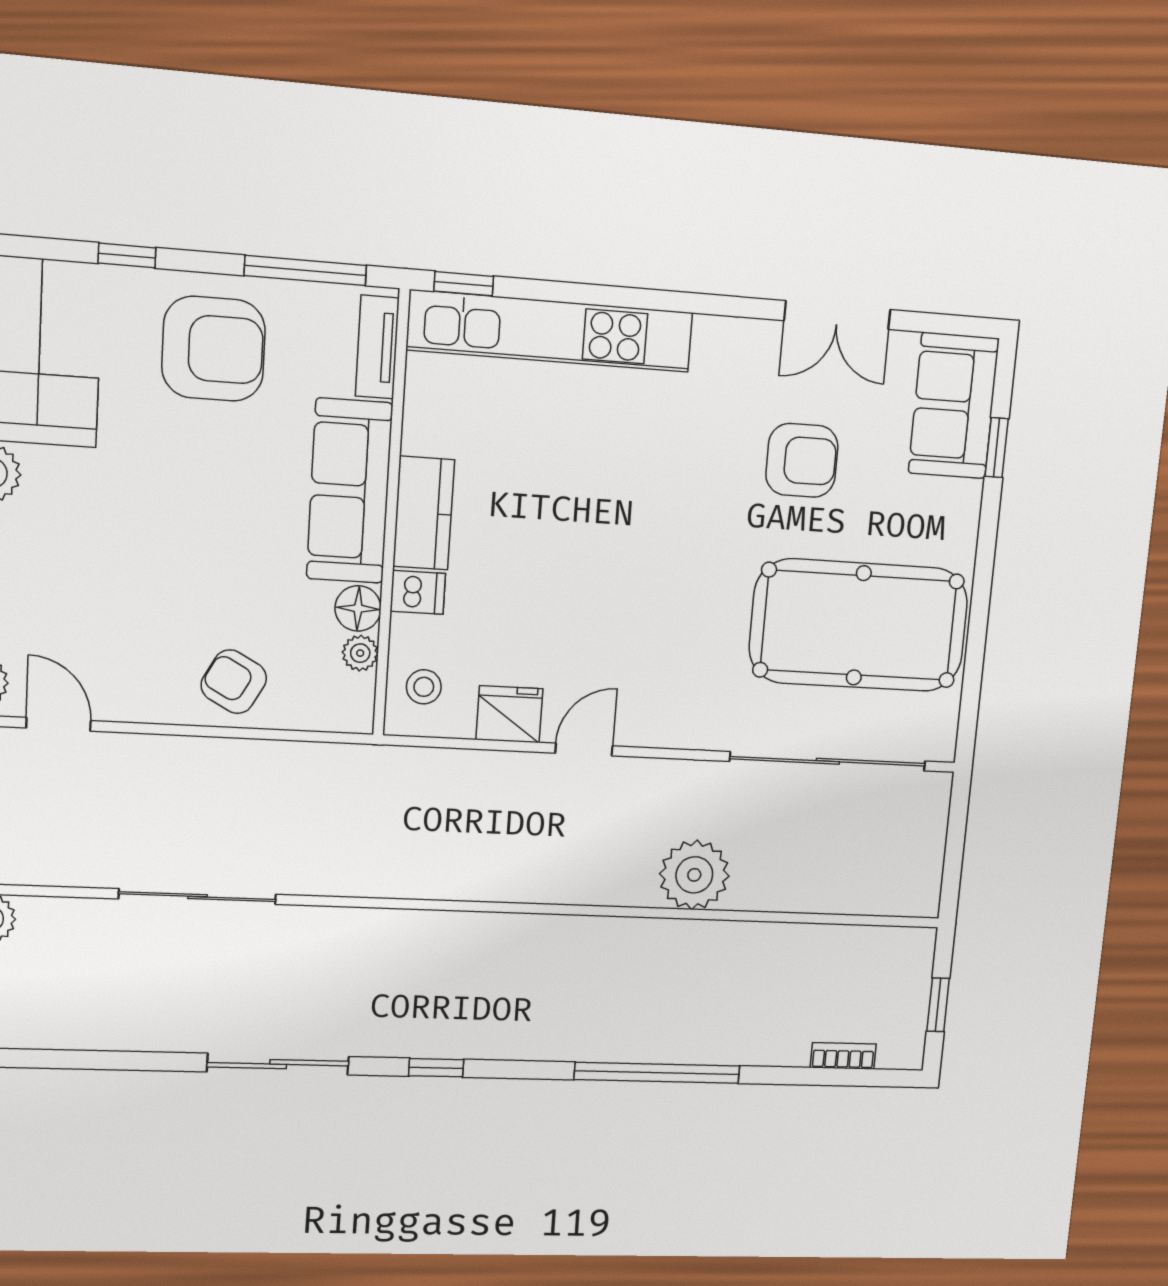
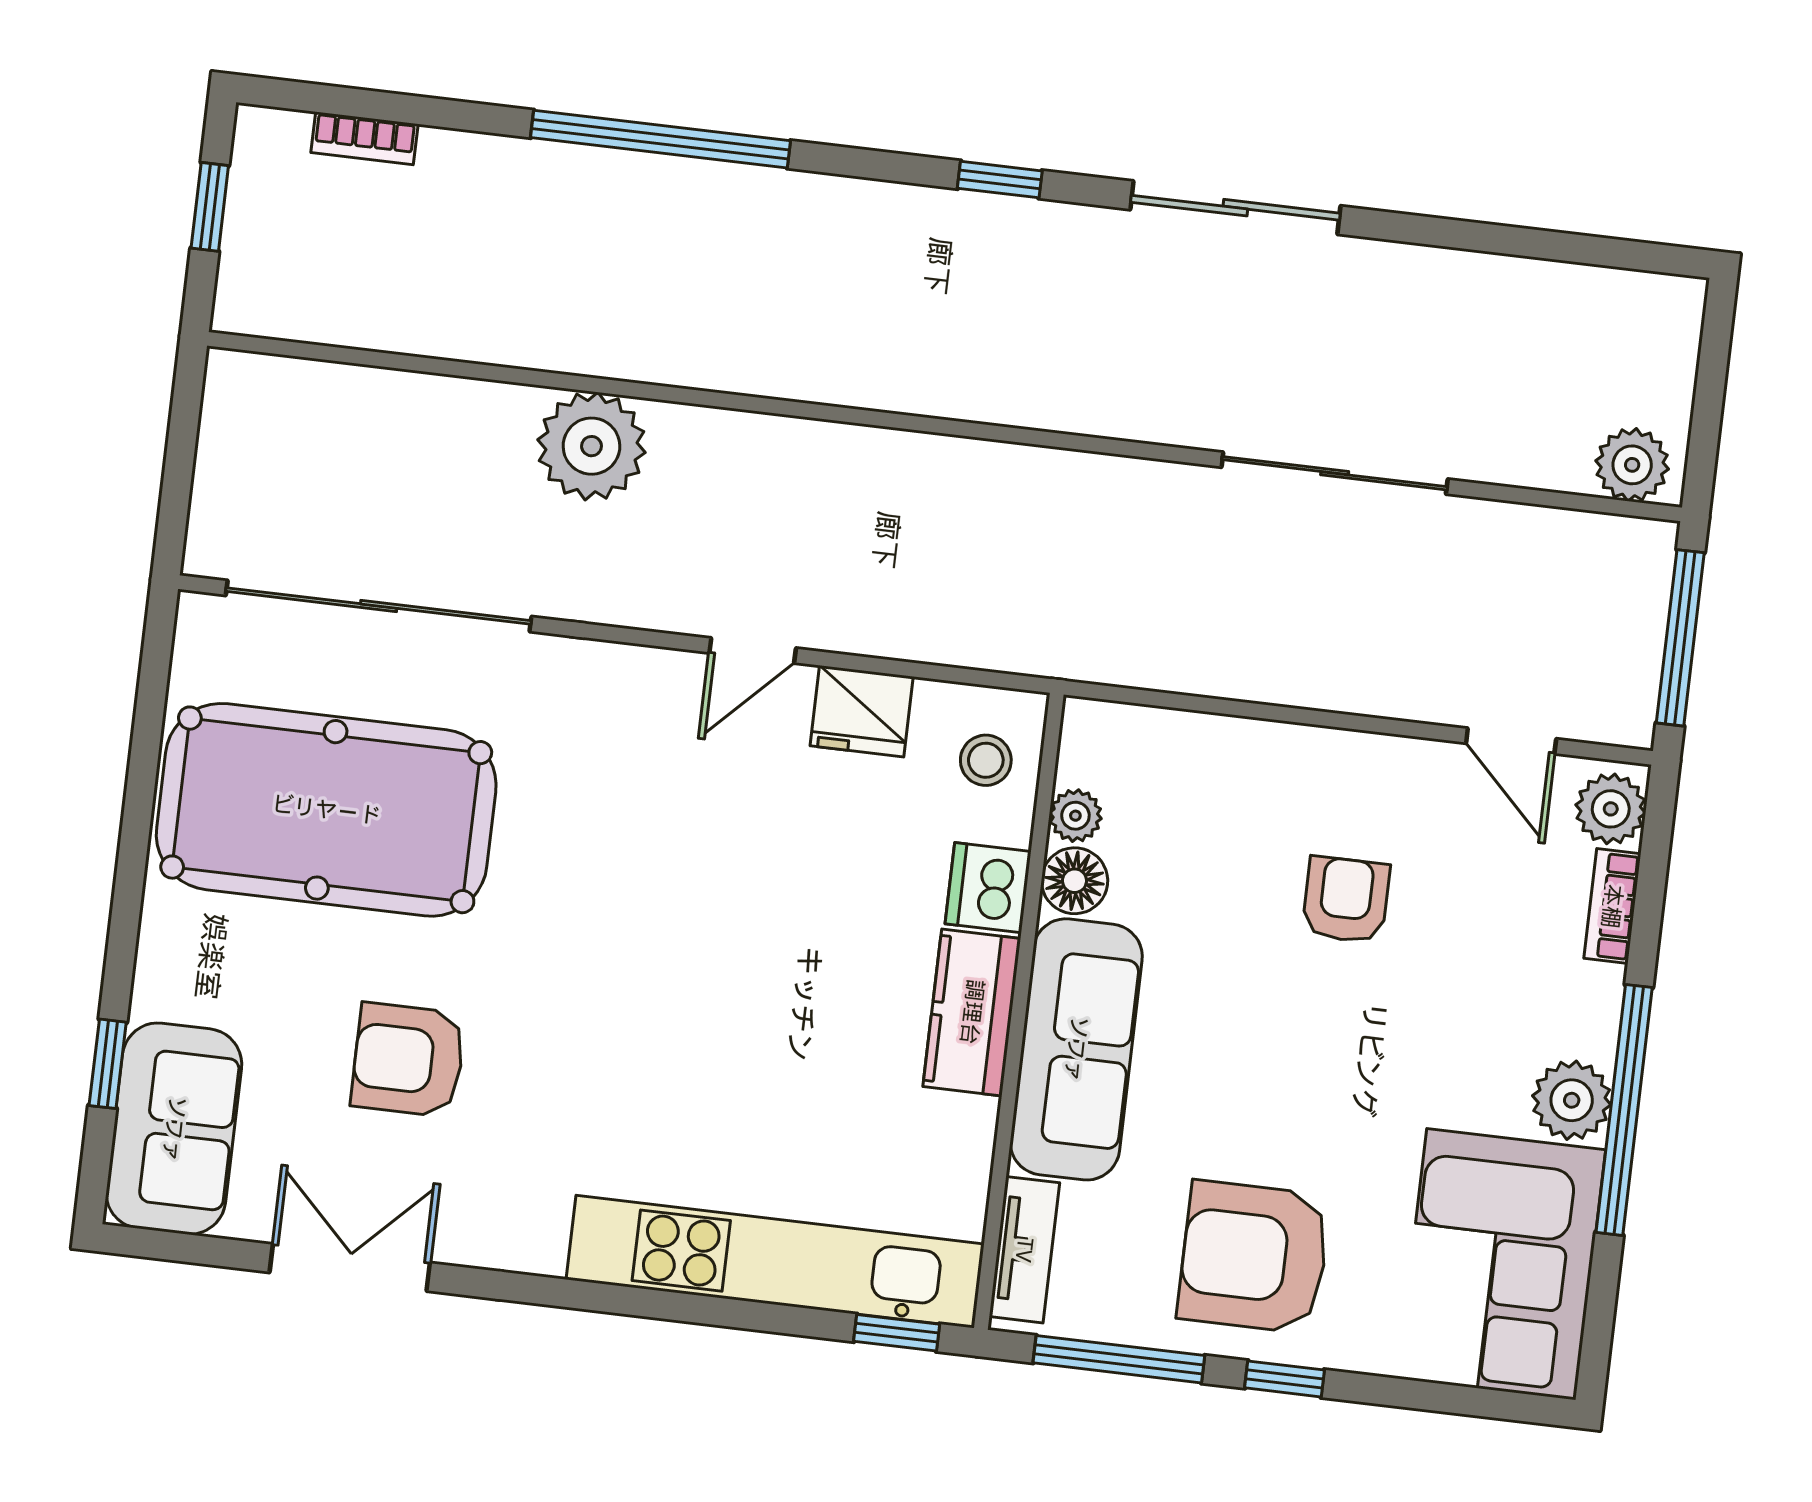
window: (127, 255) -> (1285, 1379), moved
dishwasher: (418, 592) -> (988, 888), width x1.38
armchair: (234, 682) -> (1346, 900), moved, turned -119

